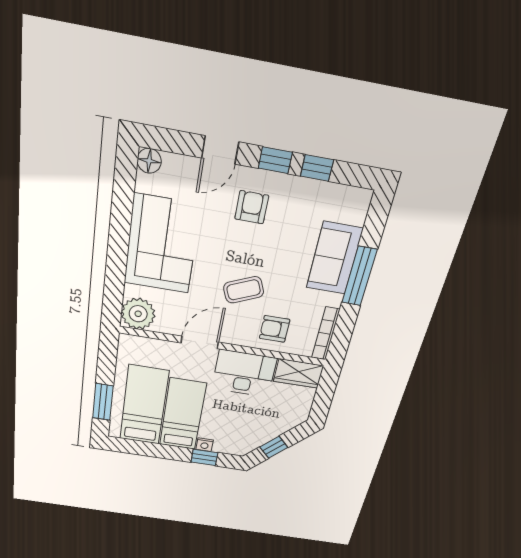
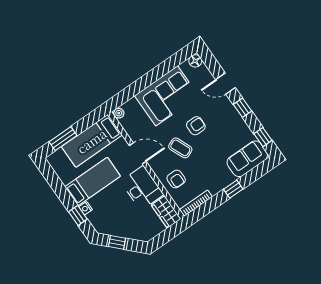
window: (317, 168) -> (263, 137), moved
armchair: (252, 207) -> (196, 126), moved
sofa: (334, 258) -> (247, 159), moved
window: (359, 276) -> (233, 189), width x0.46
plant: (138, 314) -> (119, 113), width x0.53, depth x0.53
armchair: (275, 329) -> (176, 179), turned 180
bed: (144, 405) -> (92, 141), moved, turned 180

